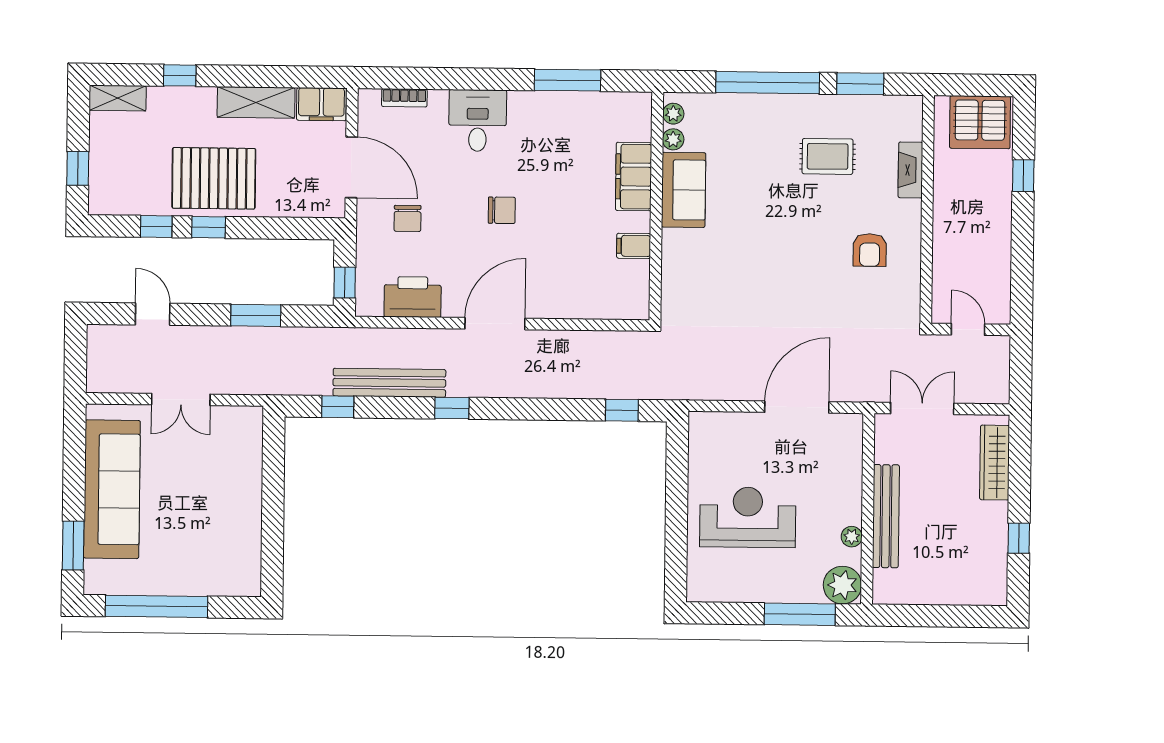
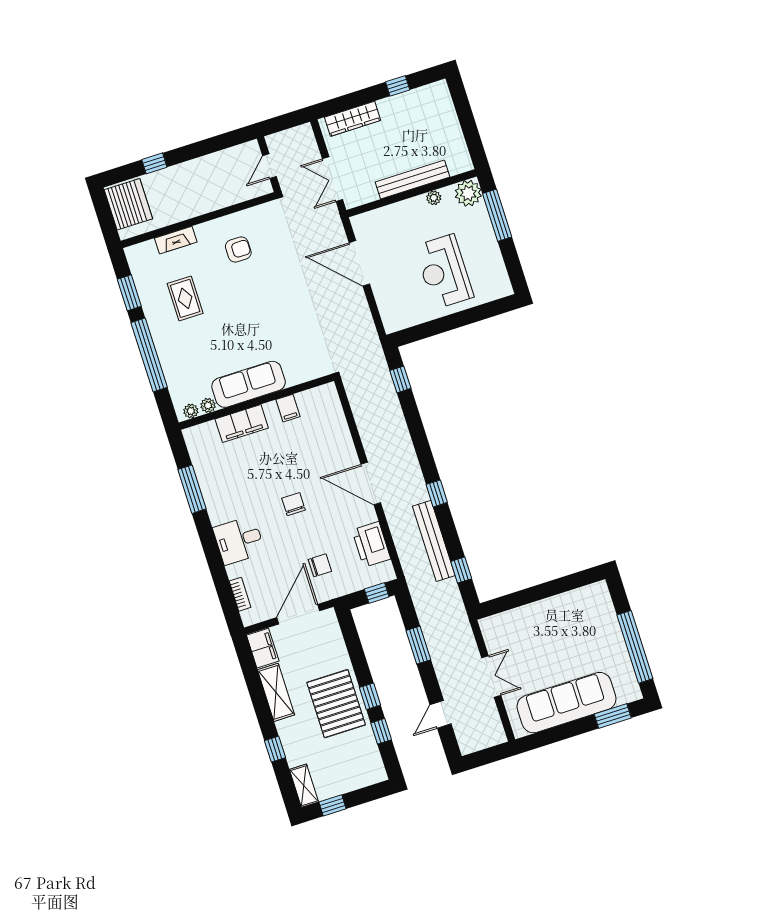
window: (78, 168) -> (332, 805), moved
sofa: (684, 190) -> (249, 384), width x1.36

